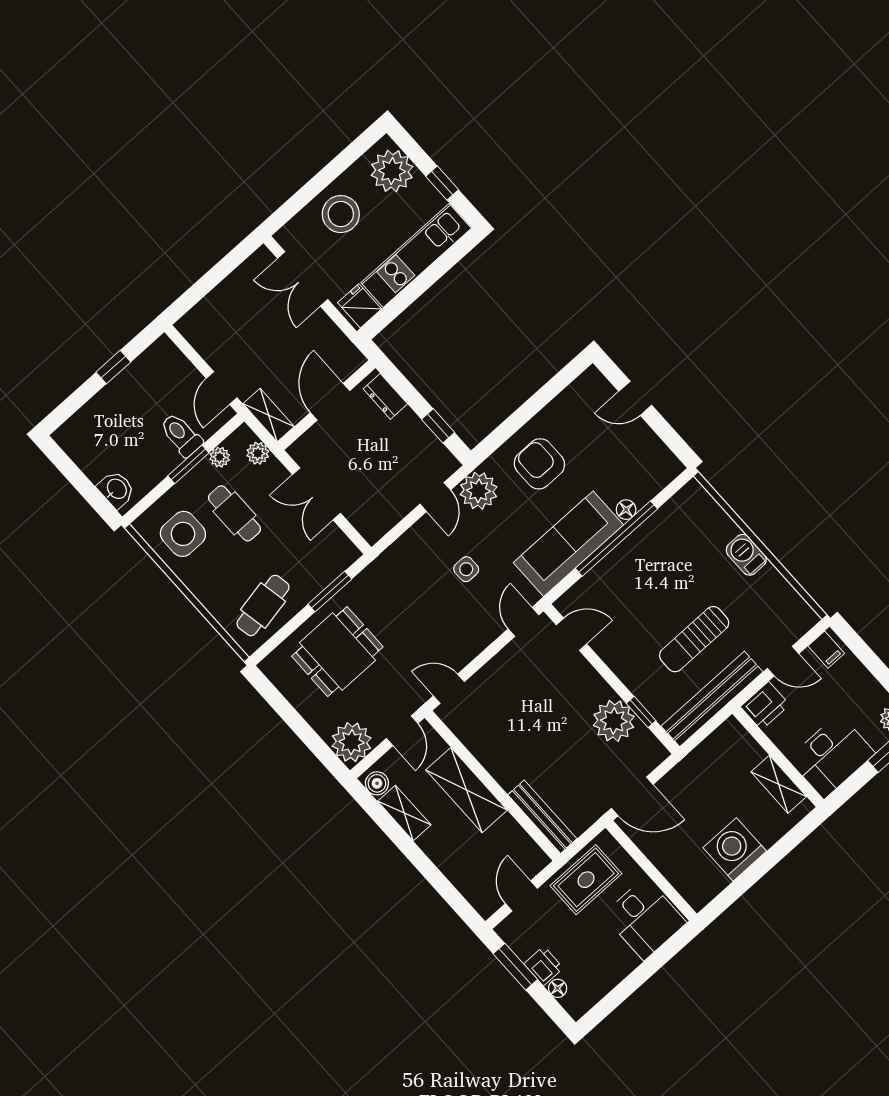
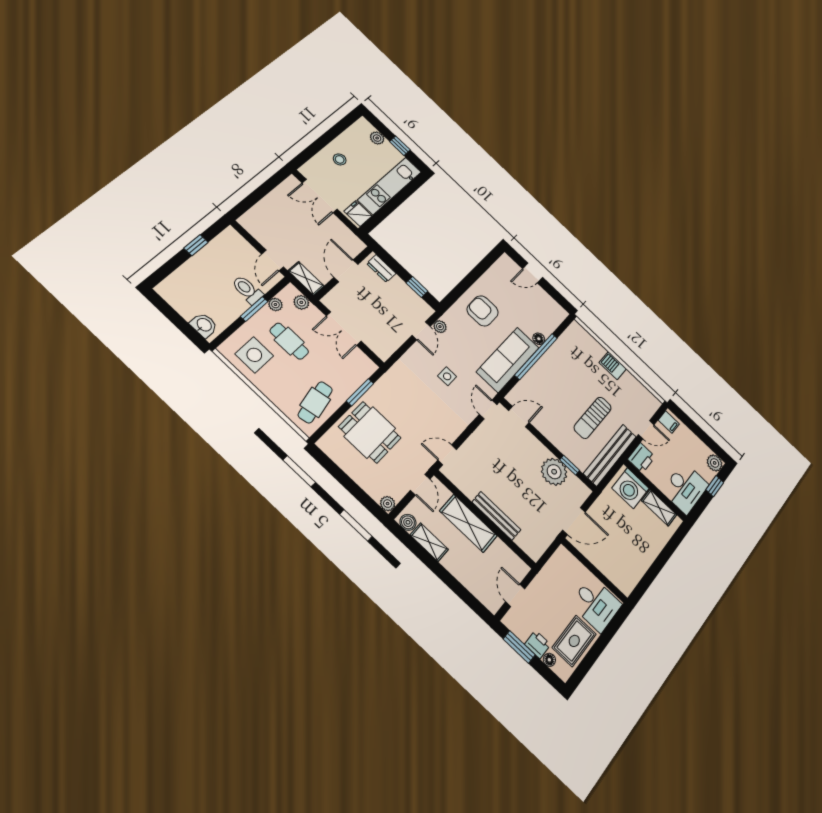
plant: (392, 171) -> (377, 138), width x0.53, depth x0.53
stool: (341, 214) -> (340, 159), width x0.53, depth x0.53
plant: (479, 491) -> (440, 327), width x0.53, depth x0.53
dining table: (337, 652) -> (370, 432), turned 90
plant: (351, 742) -> (388, 504), width x0.53, depth x0.53
bench: (542, 817) -> (496, 516), moved
washing machine: (735, 849) -> (630, 488), moved, turned -90
rug: (586, 880) -> (574, 641), moved

